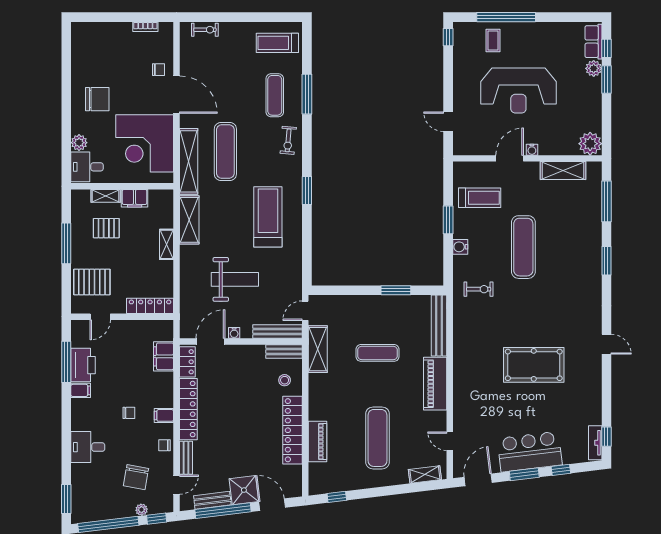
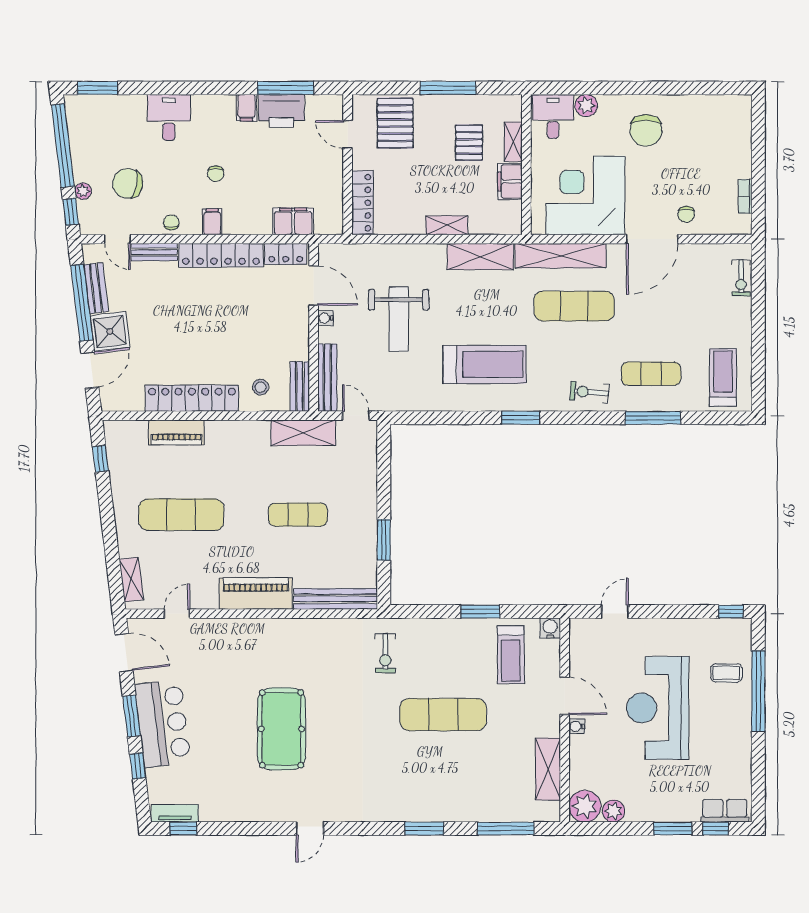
plant: (594, 68) -> (614, 811), moved
water cooler: (460, 247) -> (550, 628), moved
exercise mat: (378, 353) -> (298, 515), turned 90

